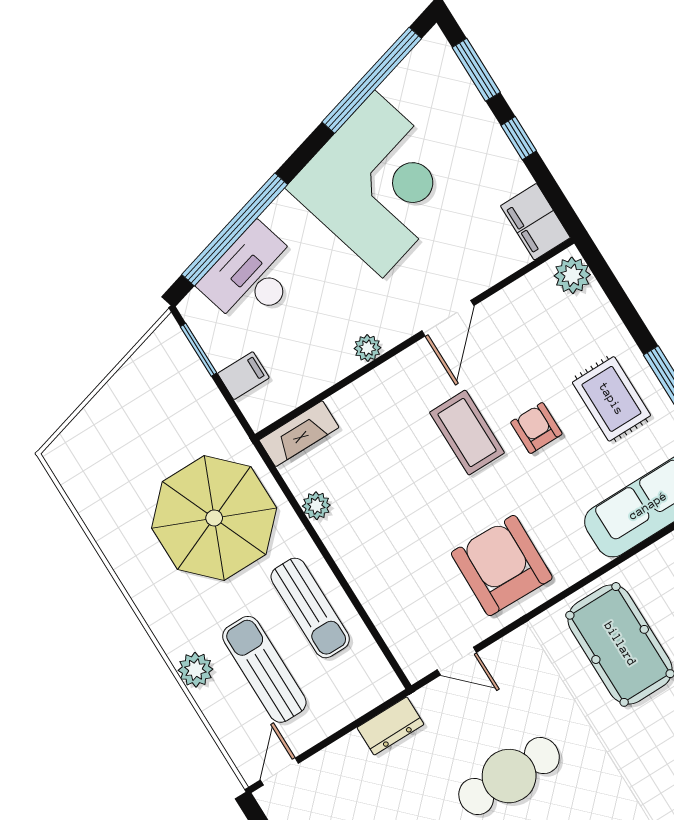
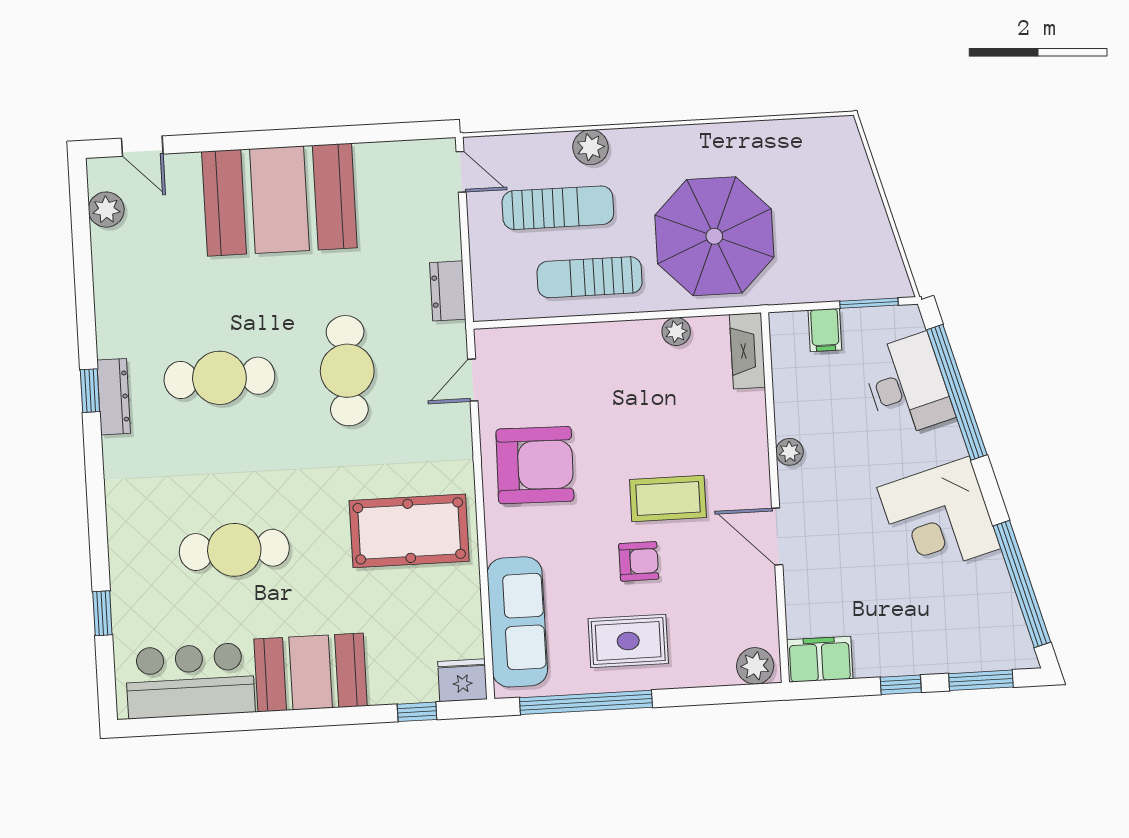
corner desk: (379, 184) -> (939, 518), width x0.74, depth x0.74

